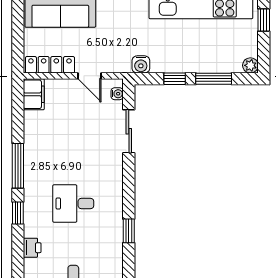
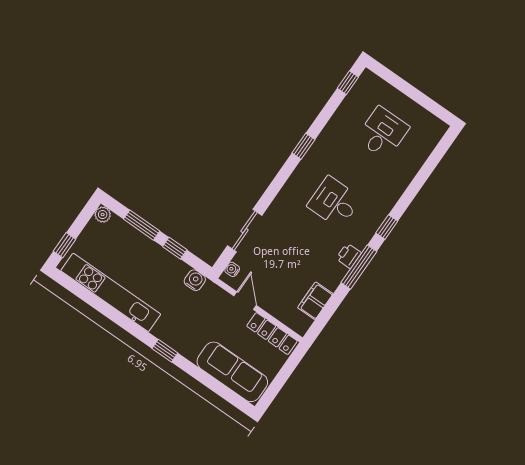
filing cabinet: (34, 94) -> (315, 301), moved
desk: (73, 203) -> (334, 202), turned 180
printer: (32, 248) -> (349, 256), moved

